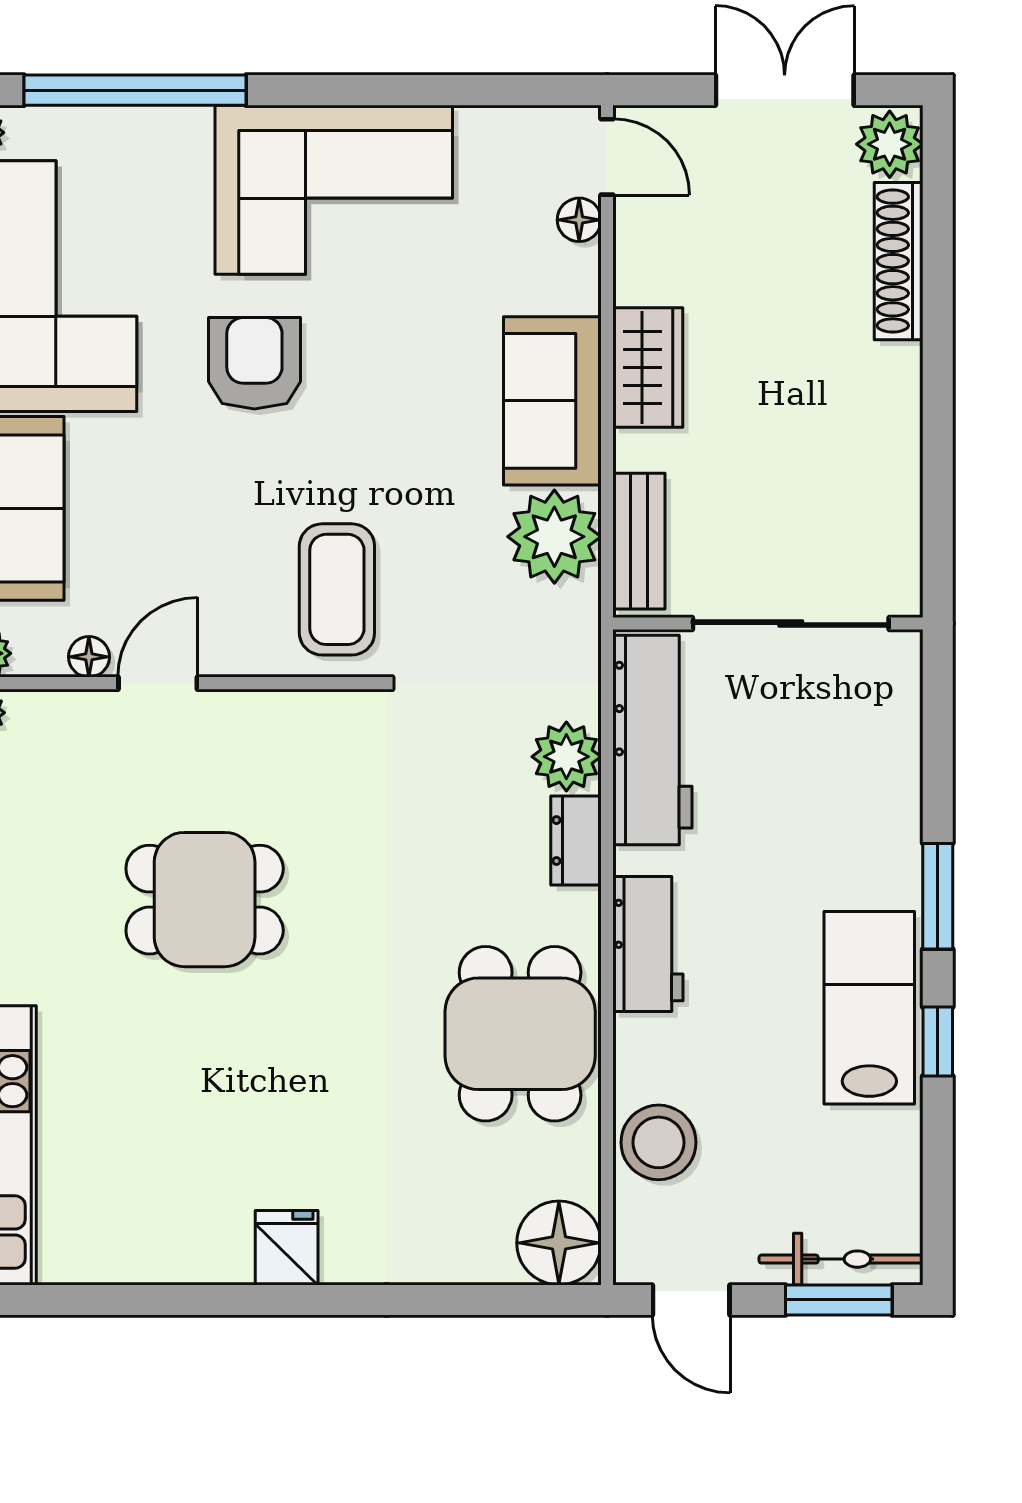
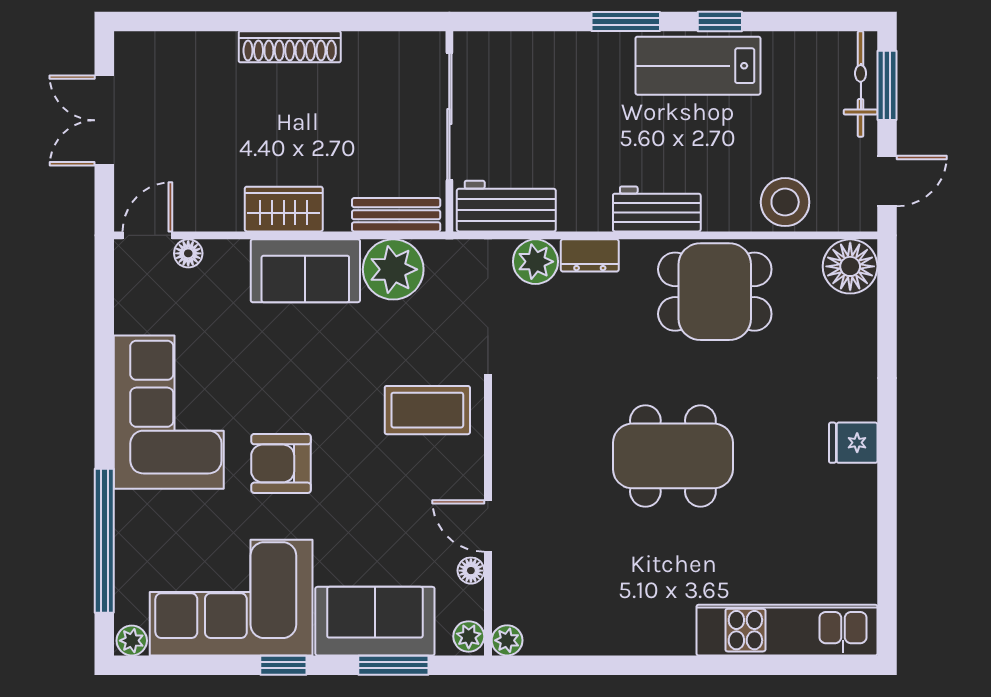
plant: (890, 144) -> (139, 53), removed
shoe rack: (899, 261) -> (290, 47), moved
workbench: (652, 740) -> (506, 206), width x0.73
dining table: (205, 900) -> (673, 456), moved, width x1.38

